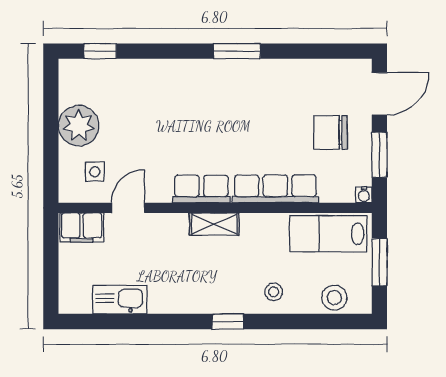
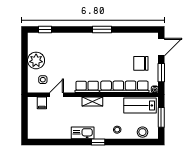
row of seats: (275, 189) -> (124, 87), width x1.36
filing cabinet: (82, 227) -> (42, 103), width x0.50
kitchen sink: (120, 300) -> (83, 133), moved

